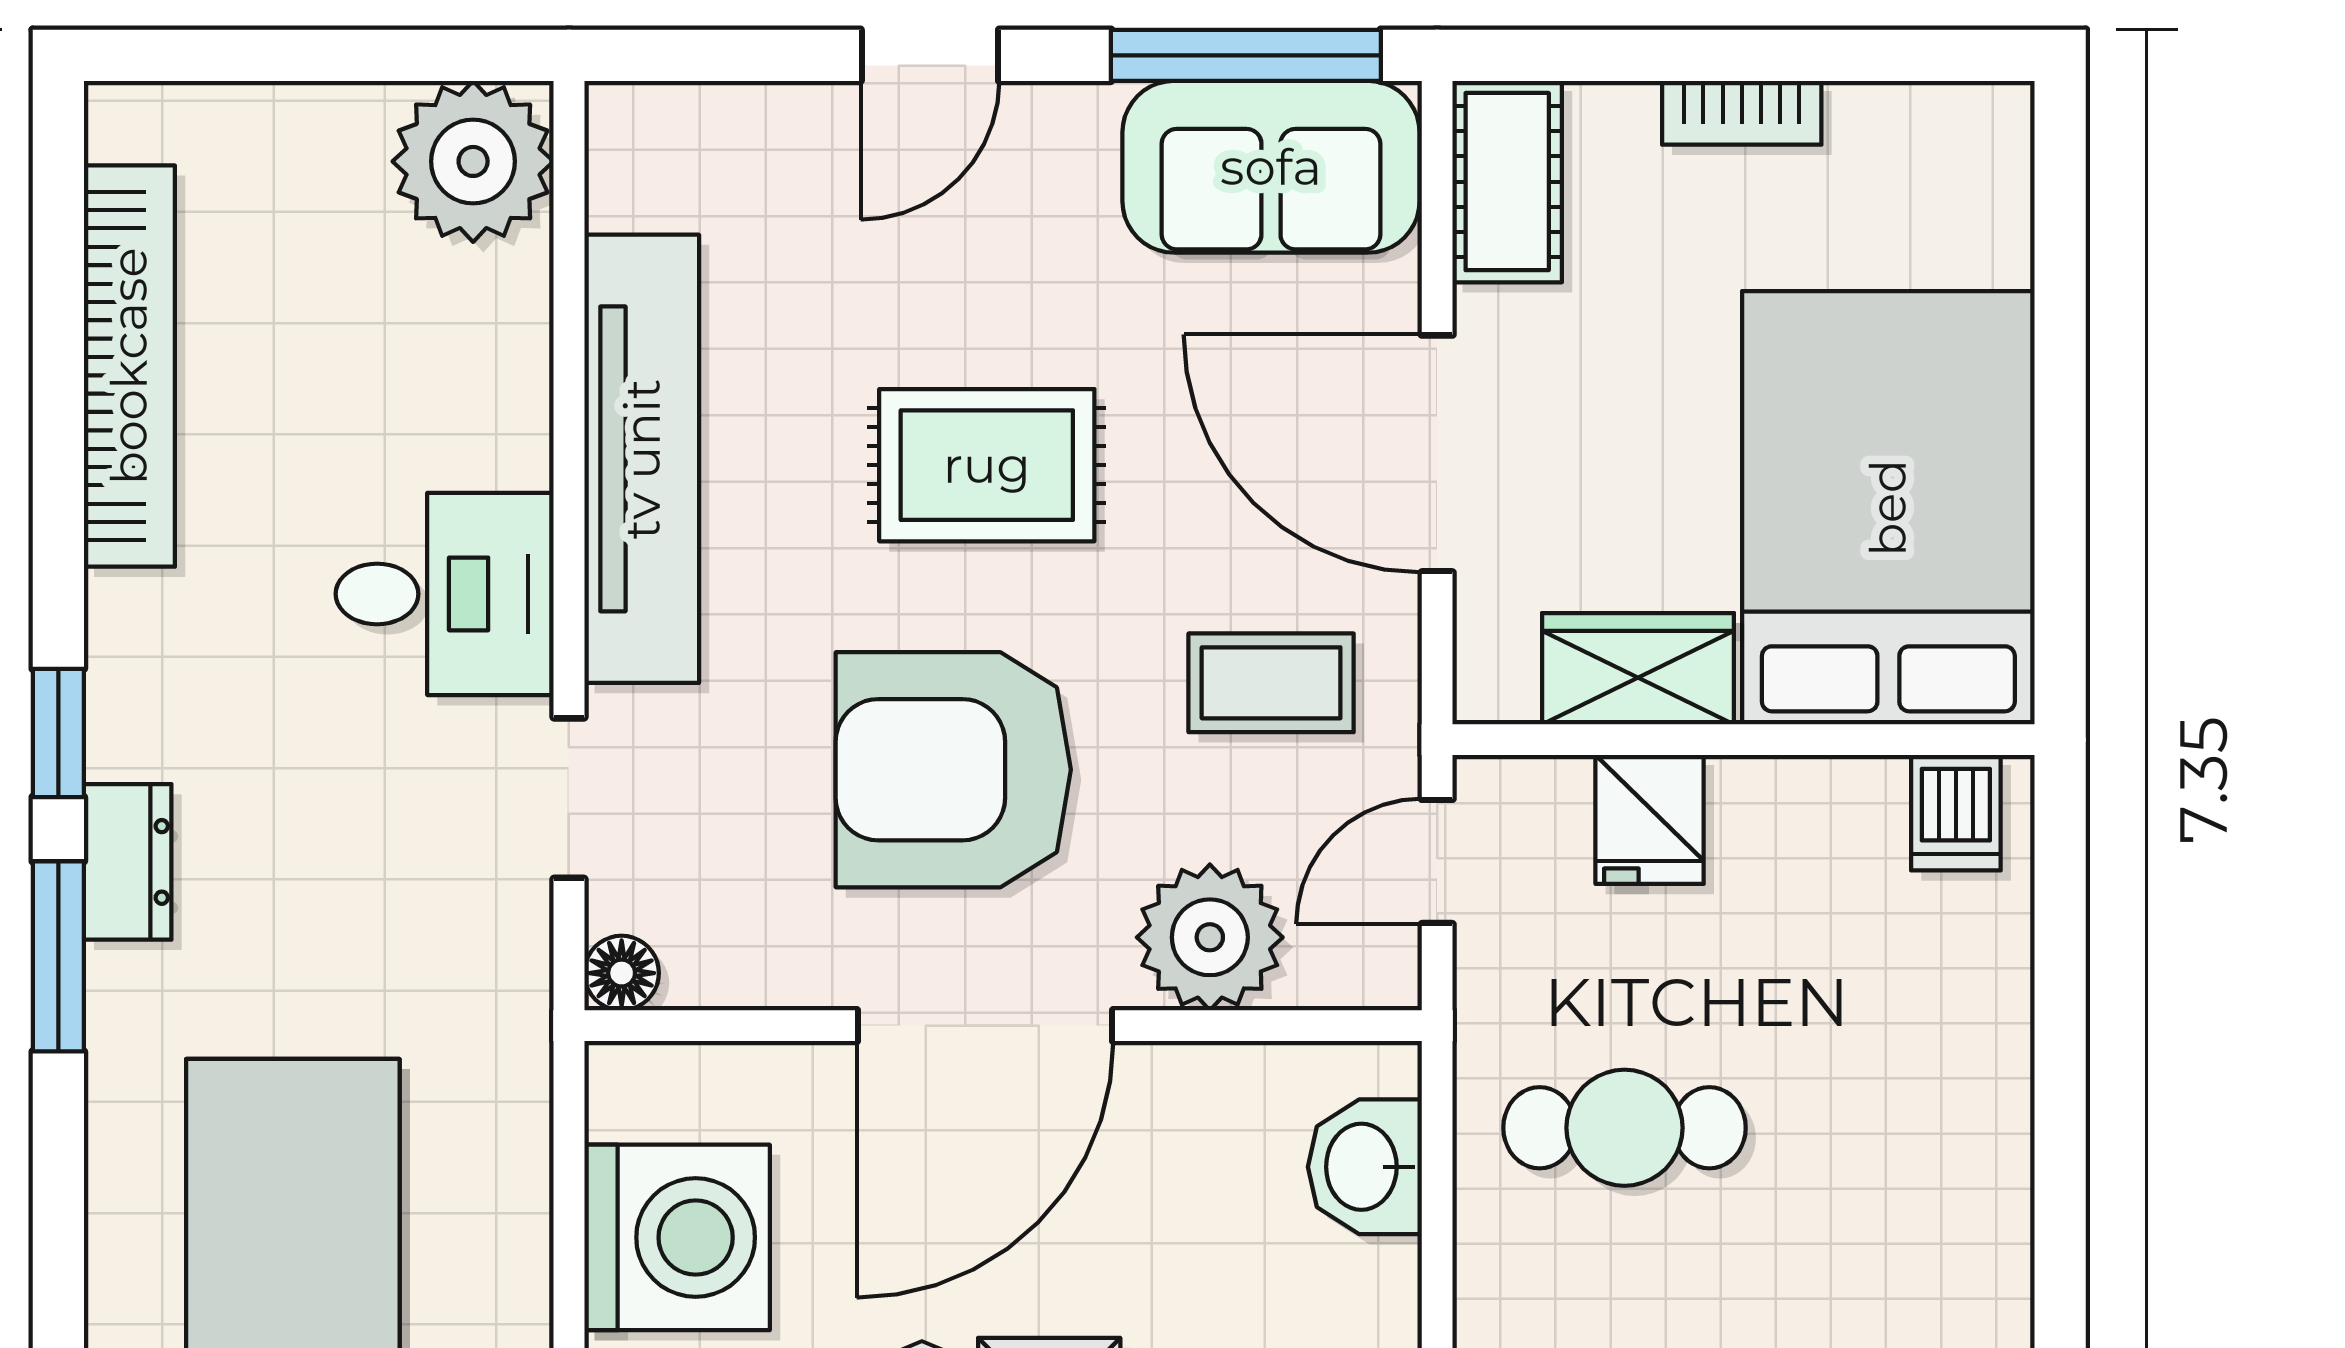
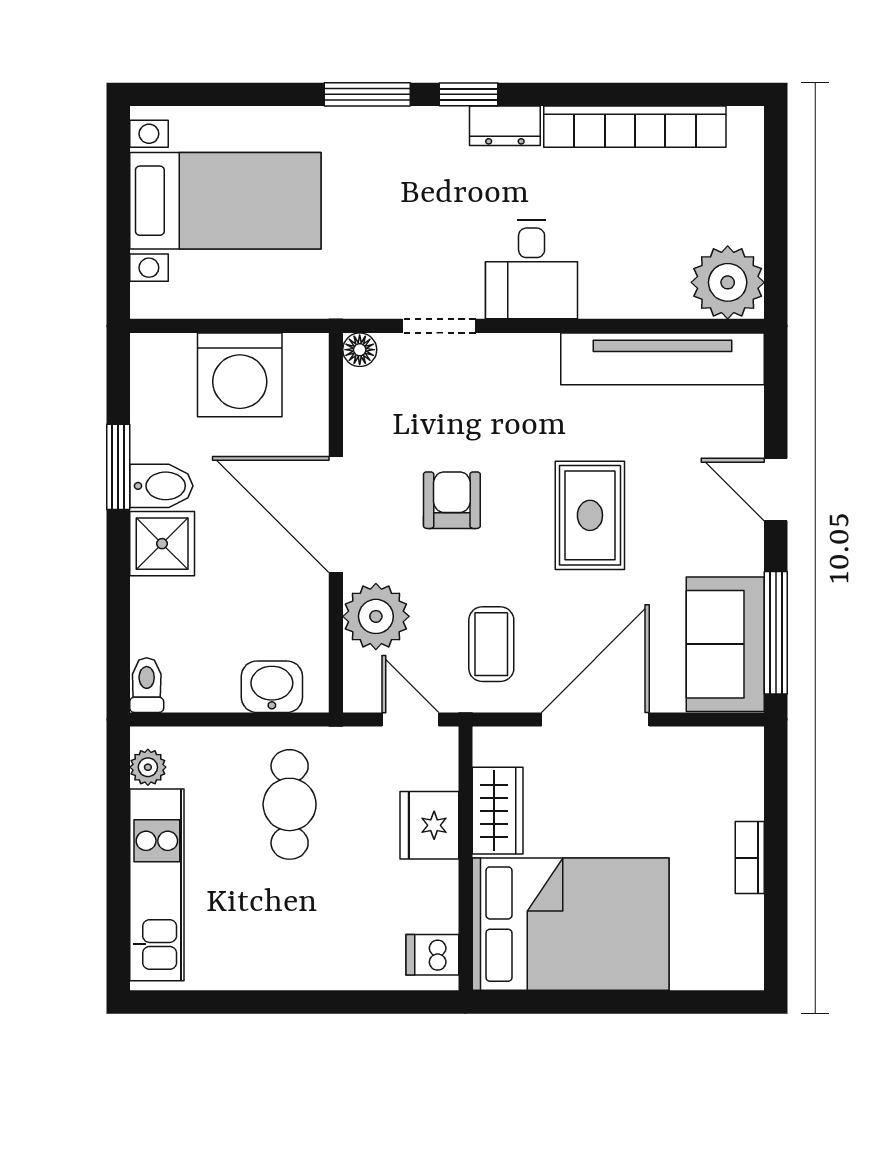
cot: (1507, 182) -> (719, 751), removed
tv unit: (642, 459) -> (663, 359), moved
armchair: (953, 770) -> (452, 500), width x0.53, depth x0.53
fridge: (1650, 819) -> (429, 825), width x1.38
dresser: (128, 862) -> (505, 126), moved

